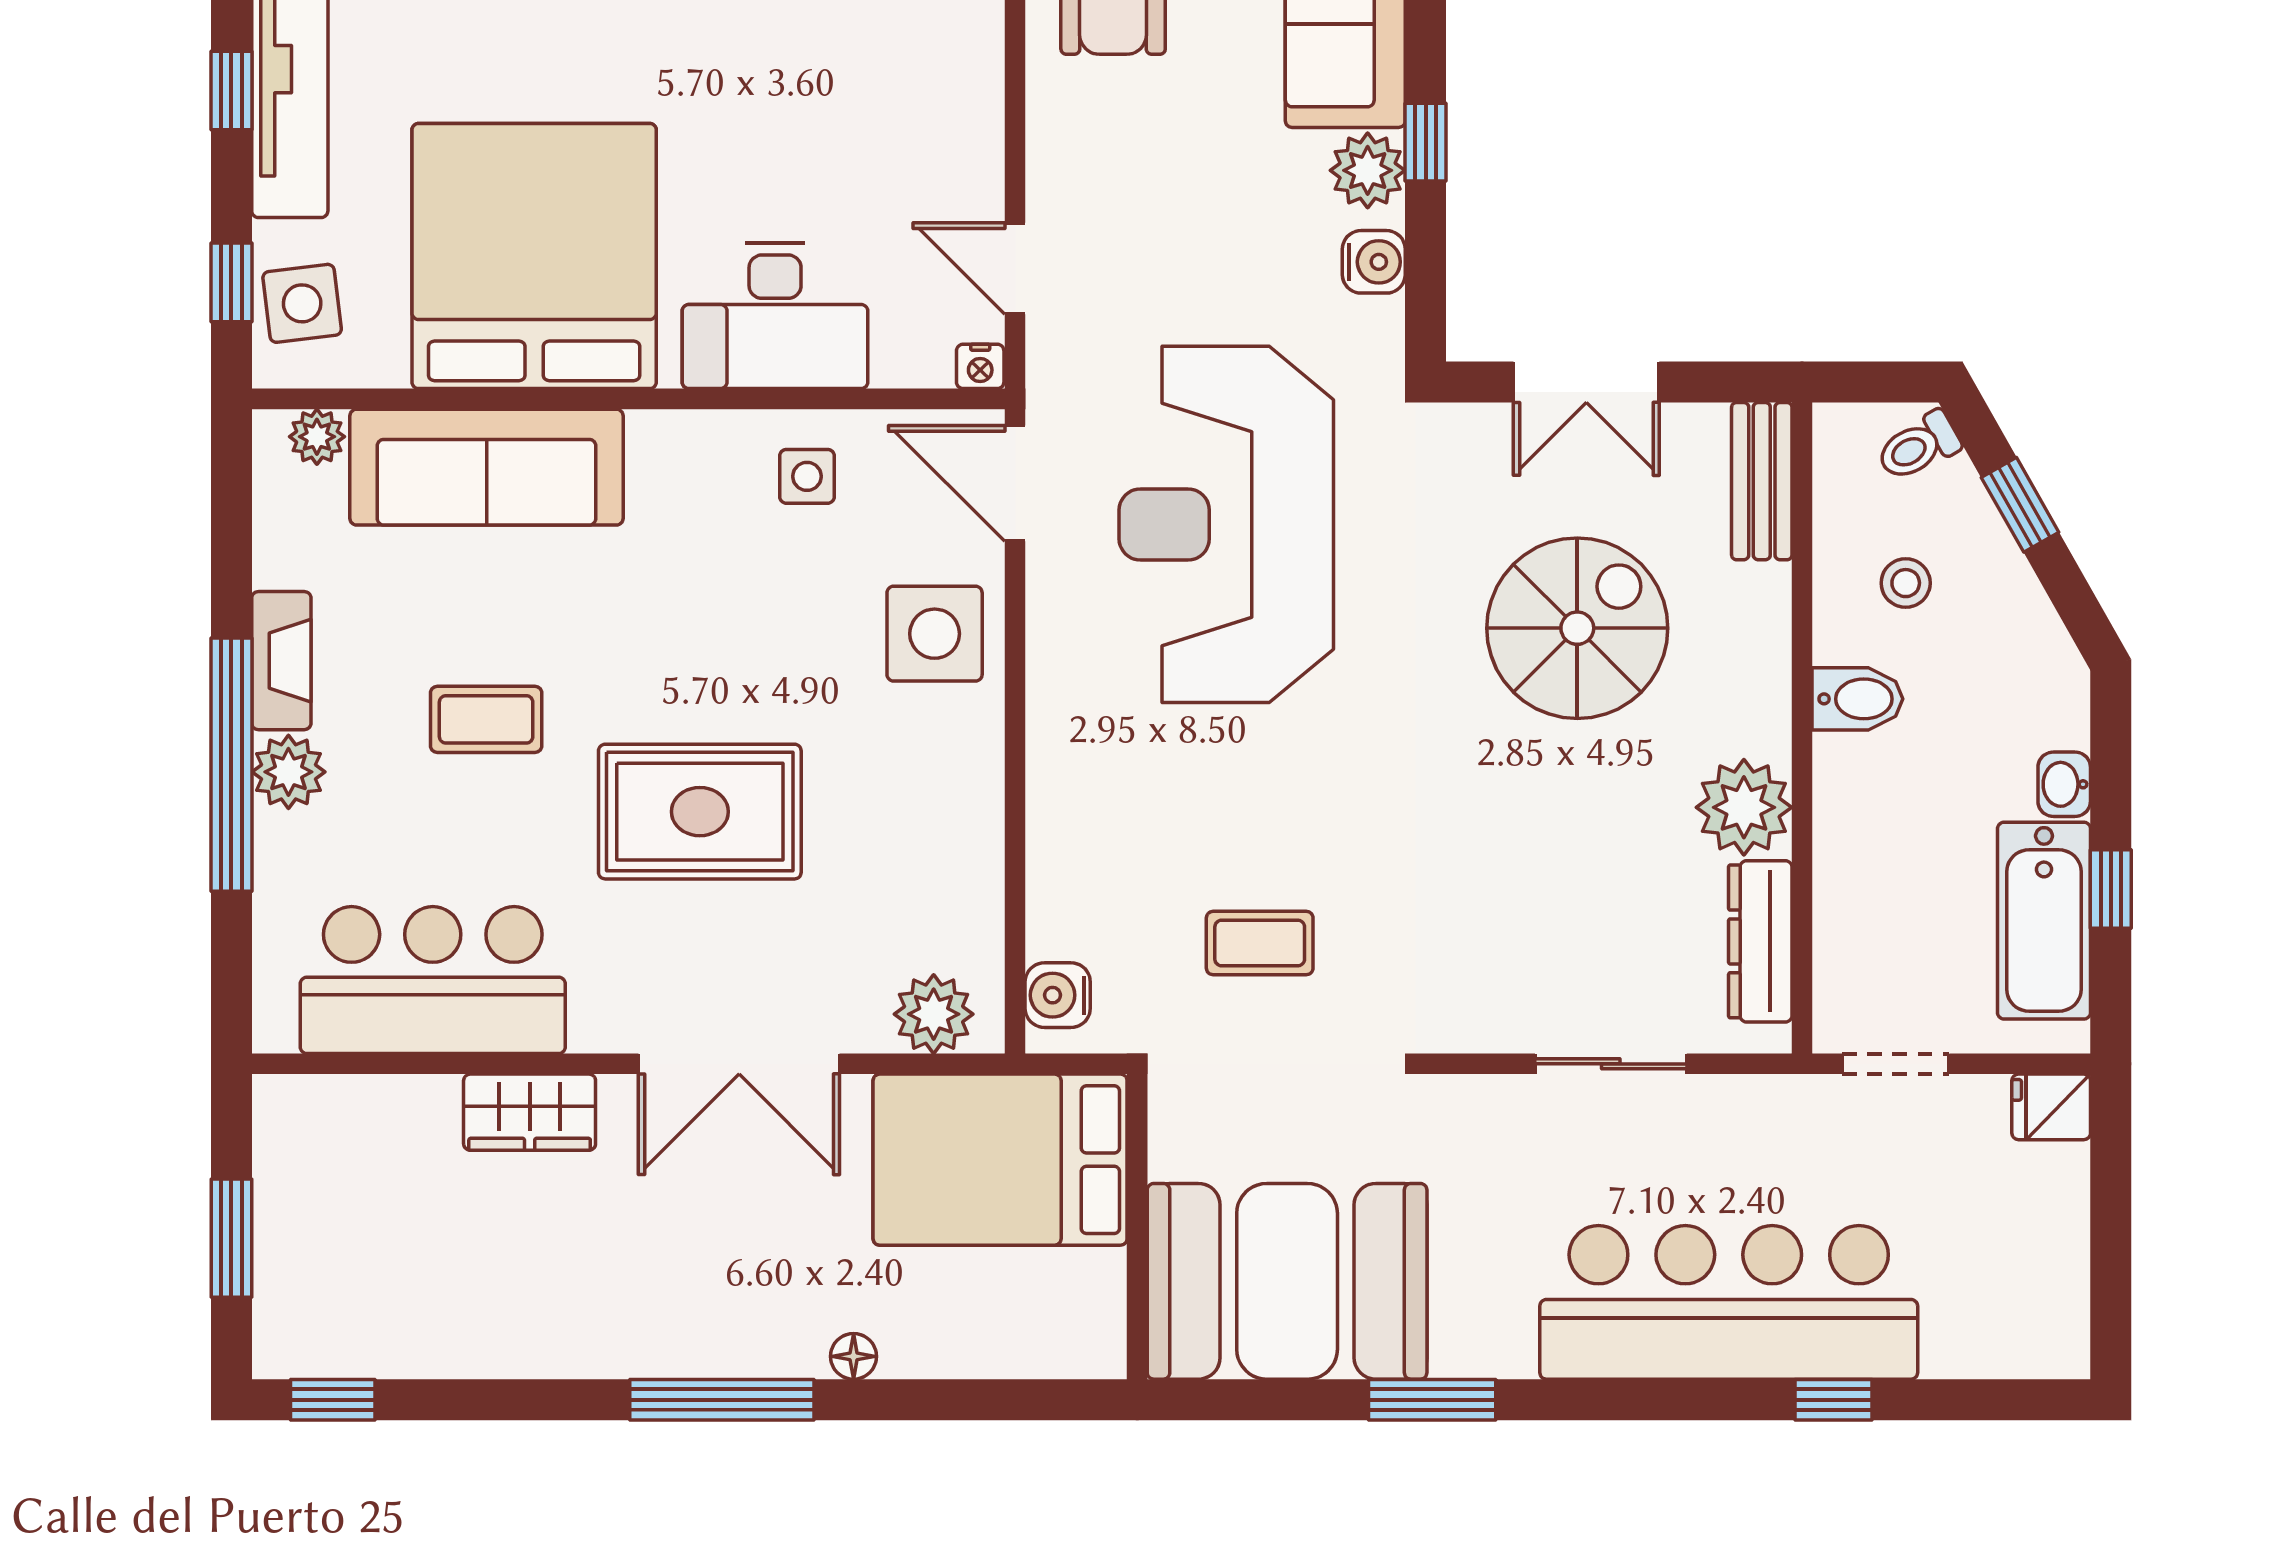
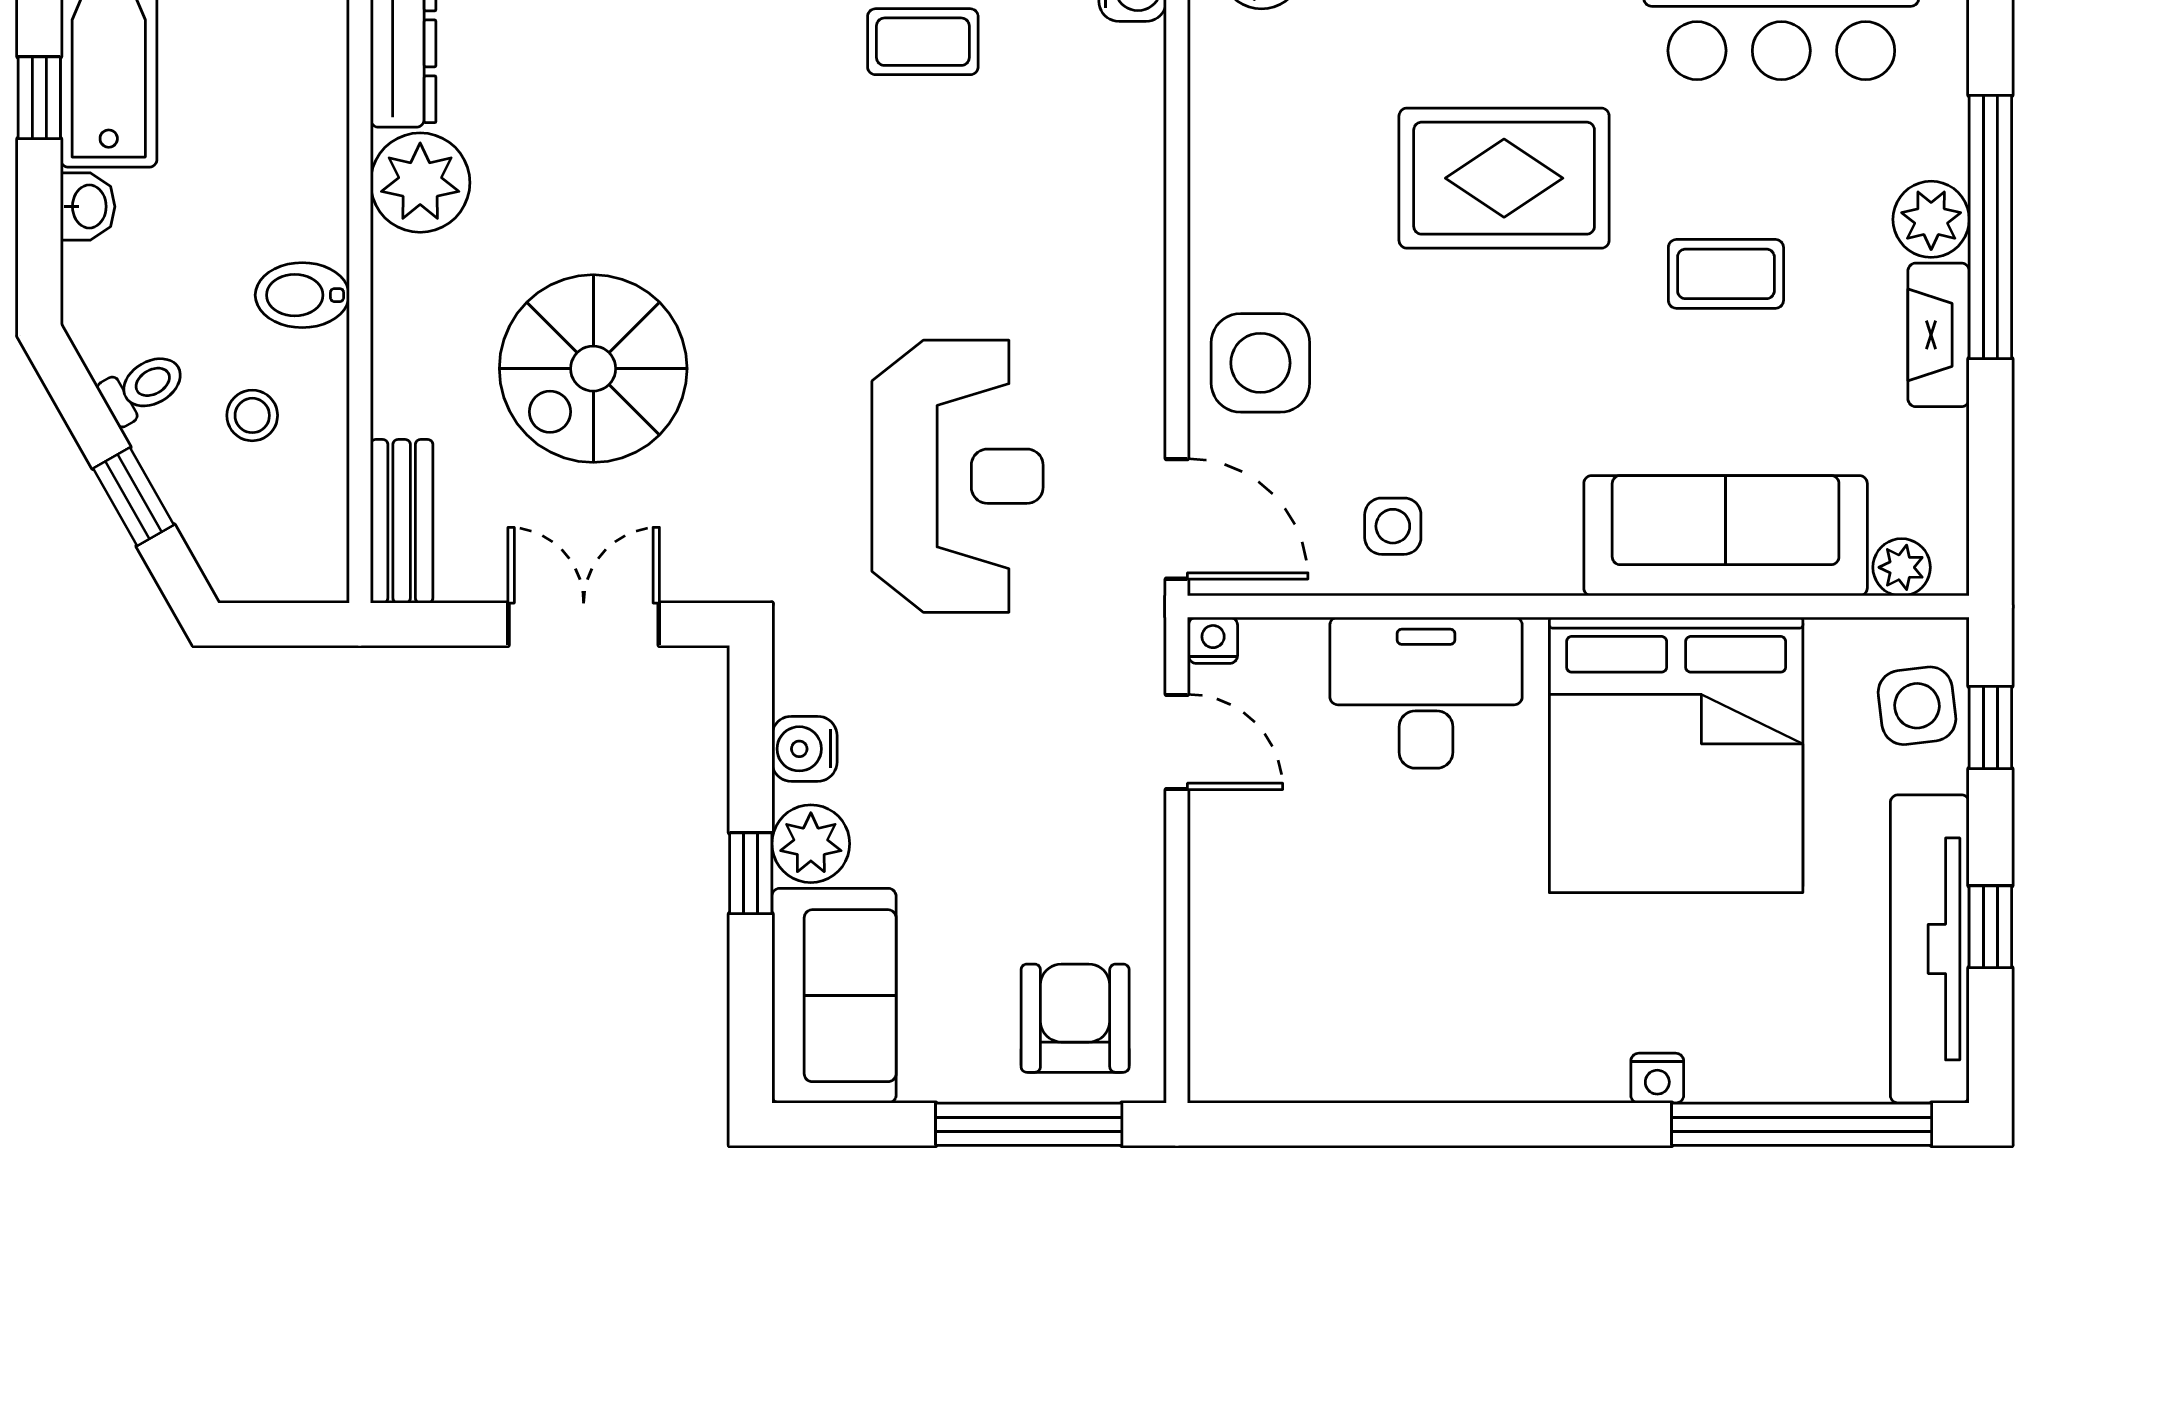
toilet: (1918, 446) -> (143, 388), moved
reception desk: (1226, 524) -> (958, 476), width x0.74, depth x0.77

